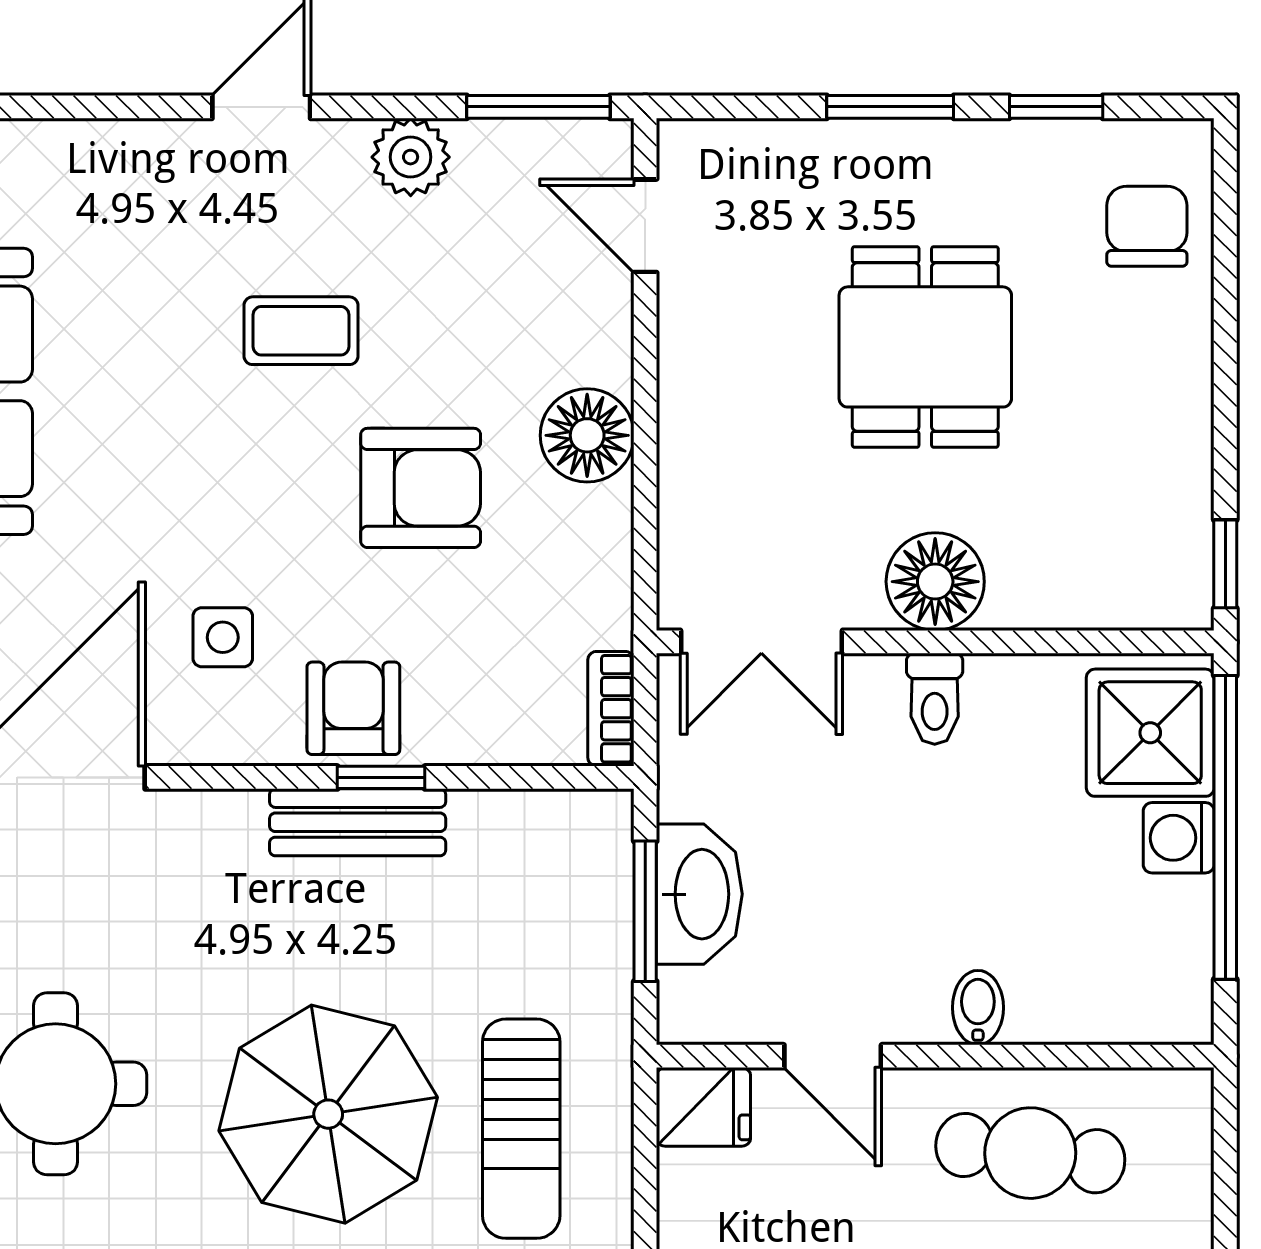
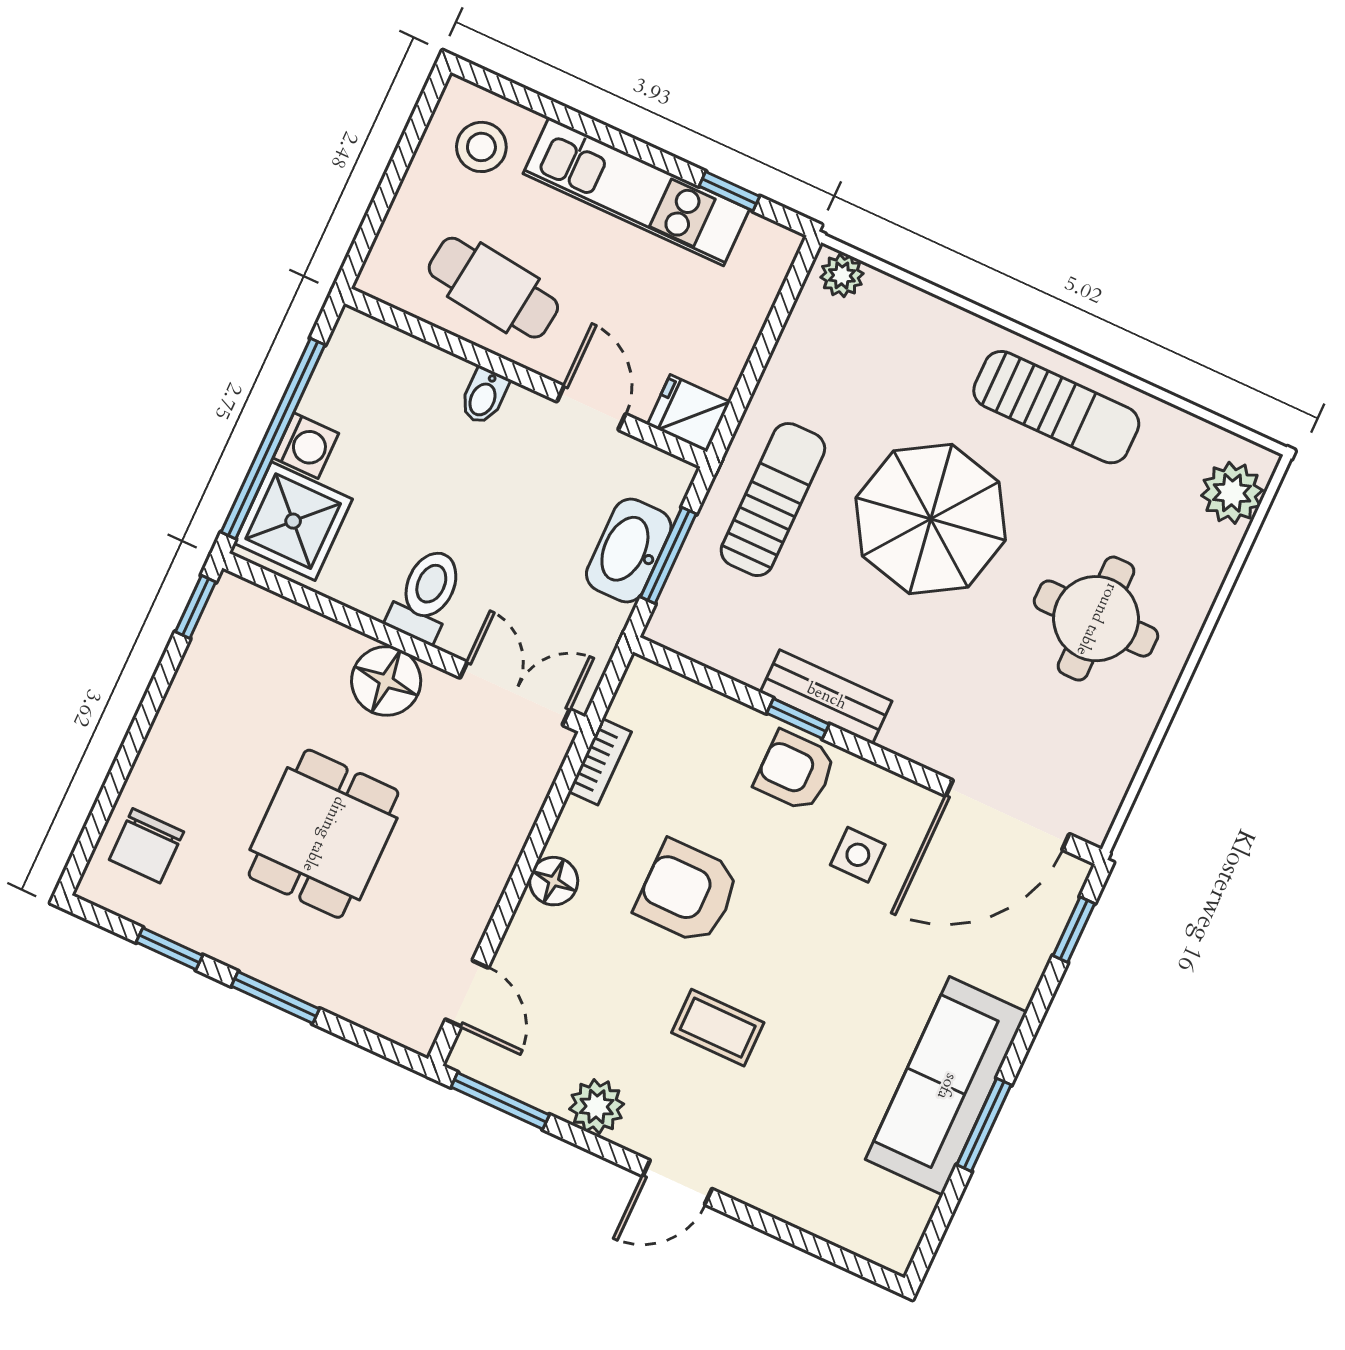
floor lamp: (587, 435) -> (554, 881), width x0.73, depth x0.73
toilet: (935, 699) -> (426, 595), width x1.37, depth x1.39
armchair: (353, 708) -> (795, 771), turned 90
bookcase: (611, 709) -> (600, 762), moved
sun lounger: (521, 1129) -> (773, 500), moved

